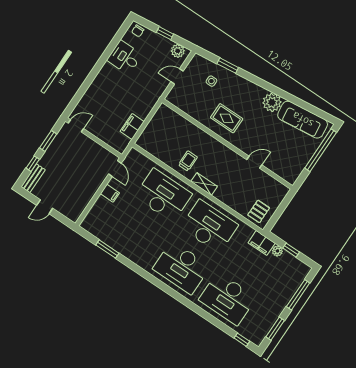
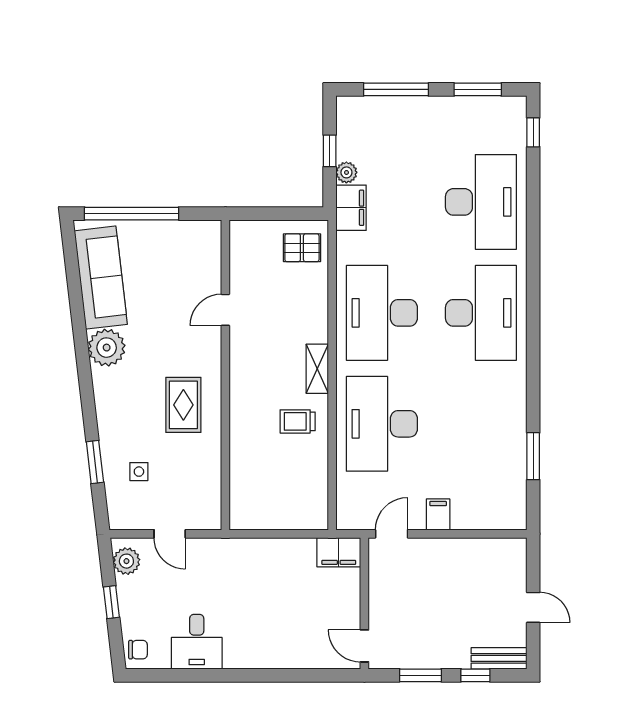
filing cabinet: (132, 127) -> (339, 552), moved
door: (254, 162) -> (225, 310), hinge flipped

